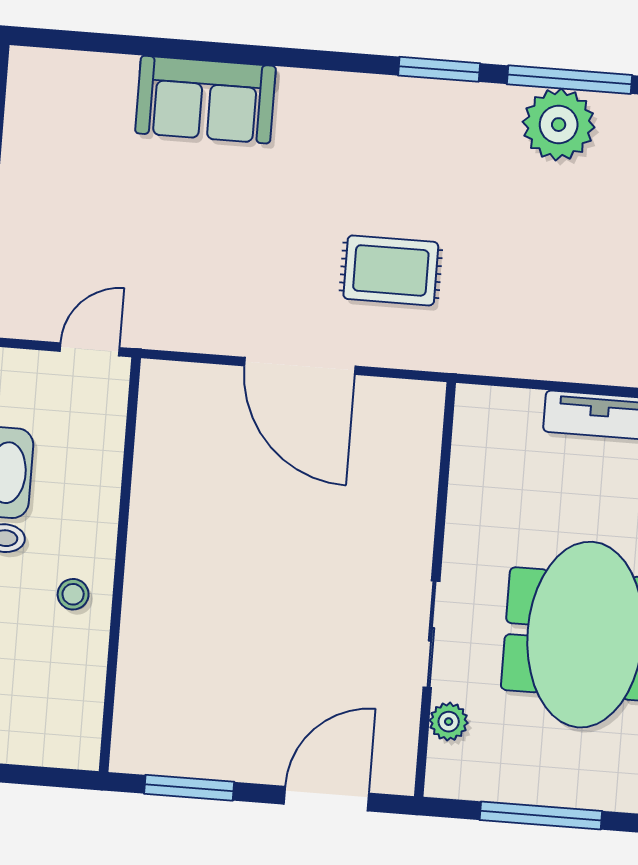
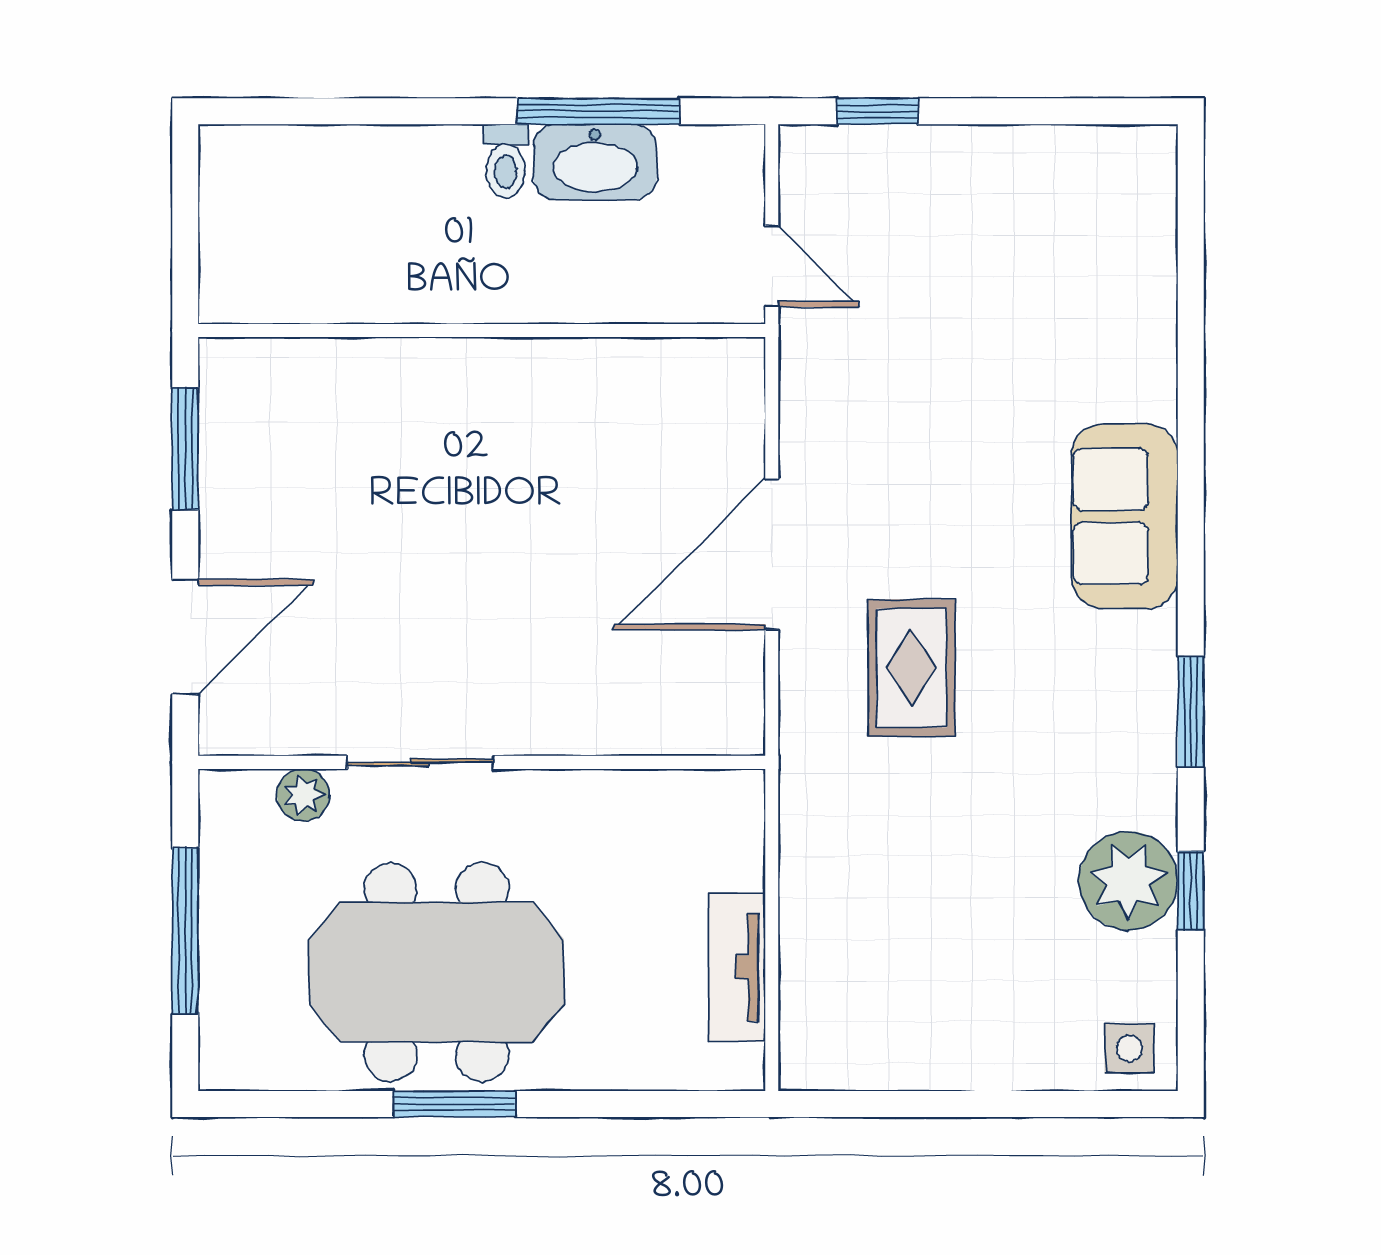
window: (570, 80) -> (1191, 891), width x0.46
sofa: (205, 100) -> (1124, 516), moved
stool: (73, 594) -> (436, 270), removed
door: (326, 799) -> (185, 637), hinge flipped

